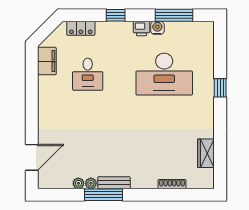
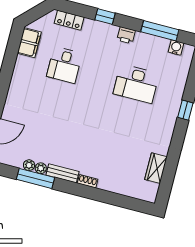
water cooler: (157, 28) -> (176, 48), moved
desk: (164, 74) -> (136, 84), width x0.73, depth x0.77
shoe rack: (172, 184) -> (88, 181), moved, width x0.70
window: (104, 195) -> (36, 178), moved

